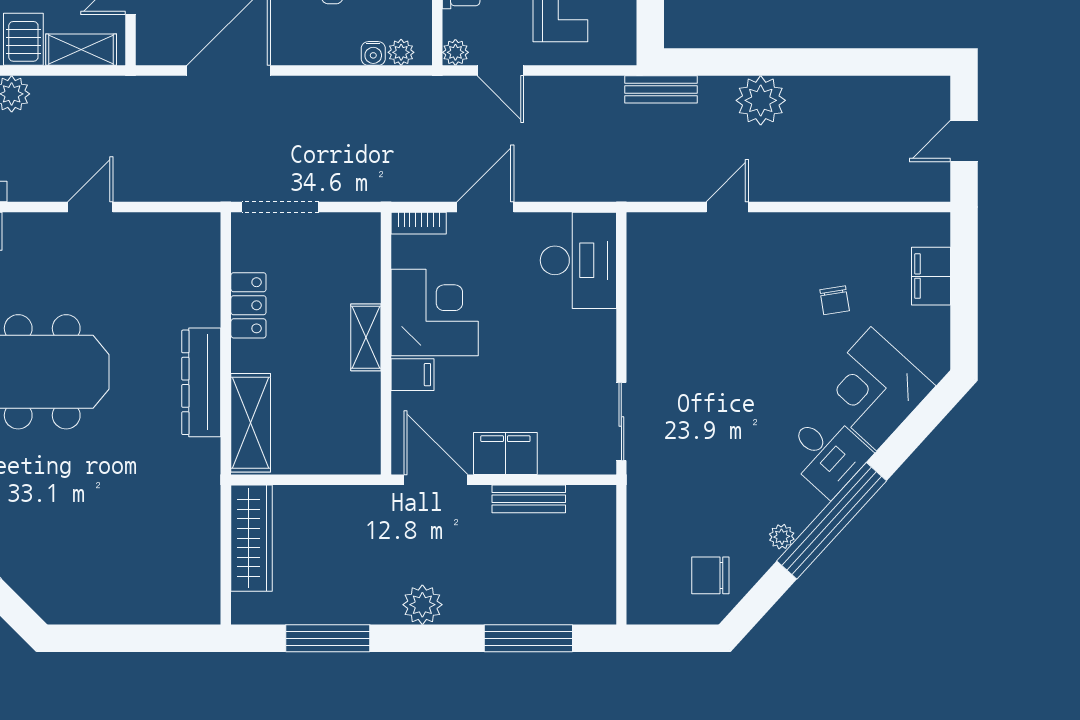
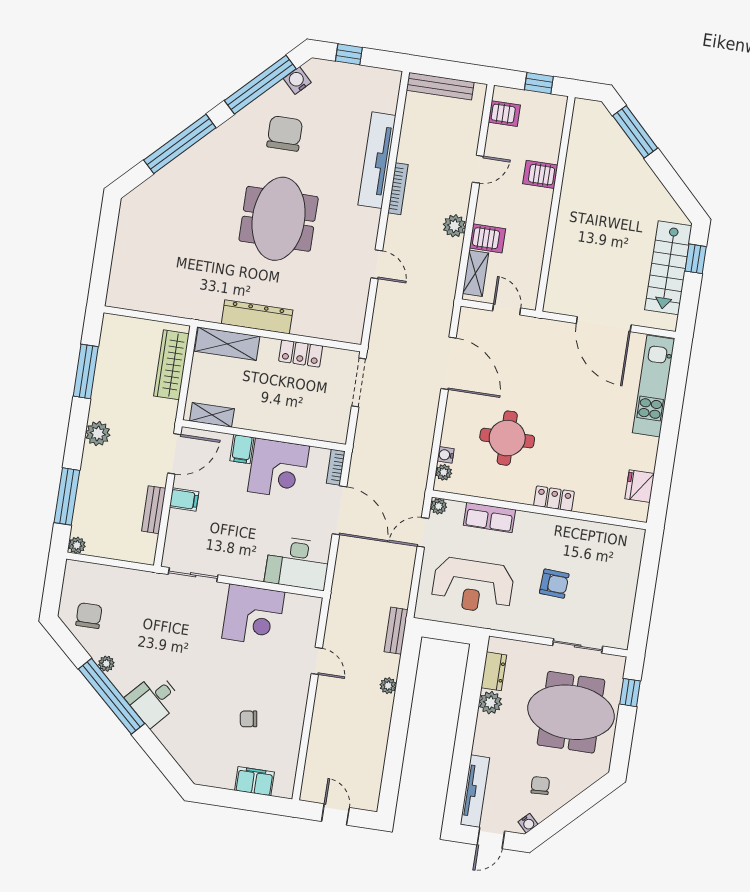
plant: (761, 100) -> (388, 686), width x0.53, depth x0.53
door: (485, 207) -> (339, 510), width x1.36
shelving: (366, 337) -> (212, 415), moved
corner desk: (874, 389) -> (253, 615), moved, turned 138
filing cabinet: (505, 453) -> (184, 500), width x0.50
wardrobe: (252, 538) -> (171, 365), moved, turned 90
plant: (603, 611) -> (77, 545), added

